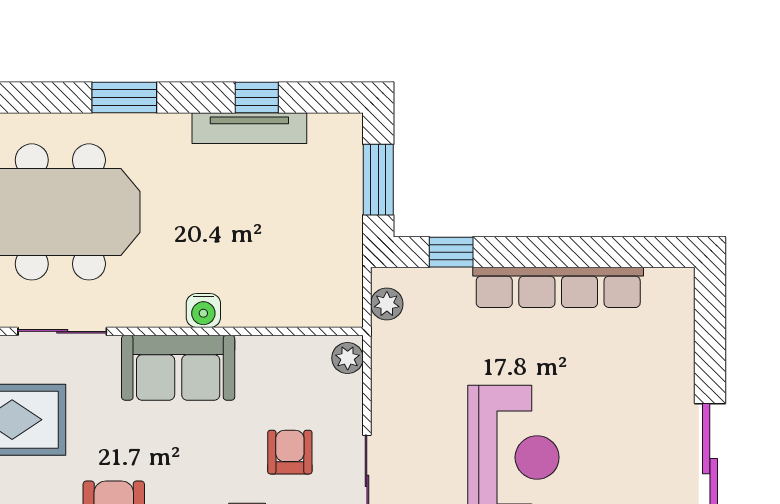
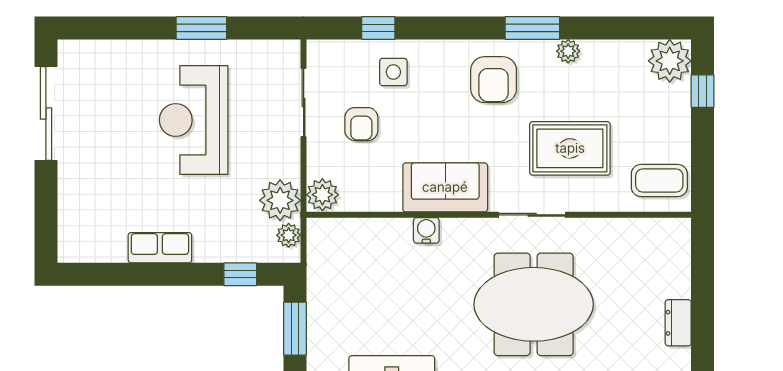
row of seats: (558, 287) -> (160, 248), width x0.50
plant: (398, 351) -> (280, 200), added
plant: (348, 358) -> (322, 195), width x1.38, depth x1.38

